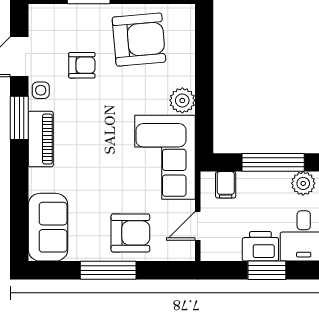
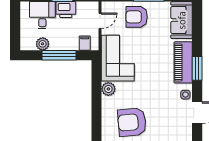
armchair: (82, 65) -> (163, 108), removed
window: (19, 118) -> (197, 68), moved
piano: (41, 139) -> (183, 62), width x1.37, depth x1.33

